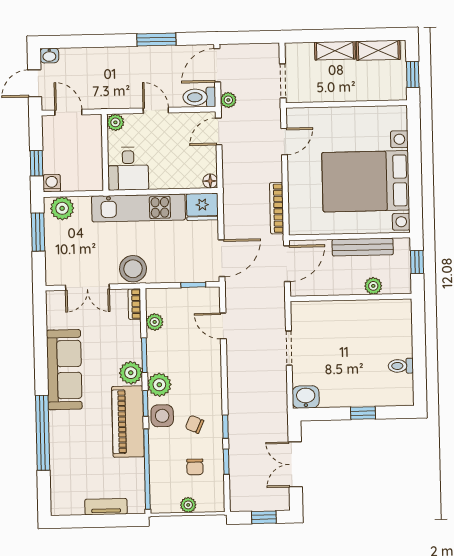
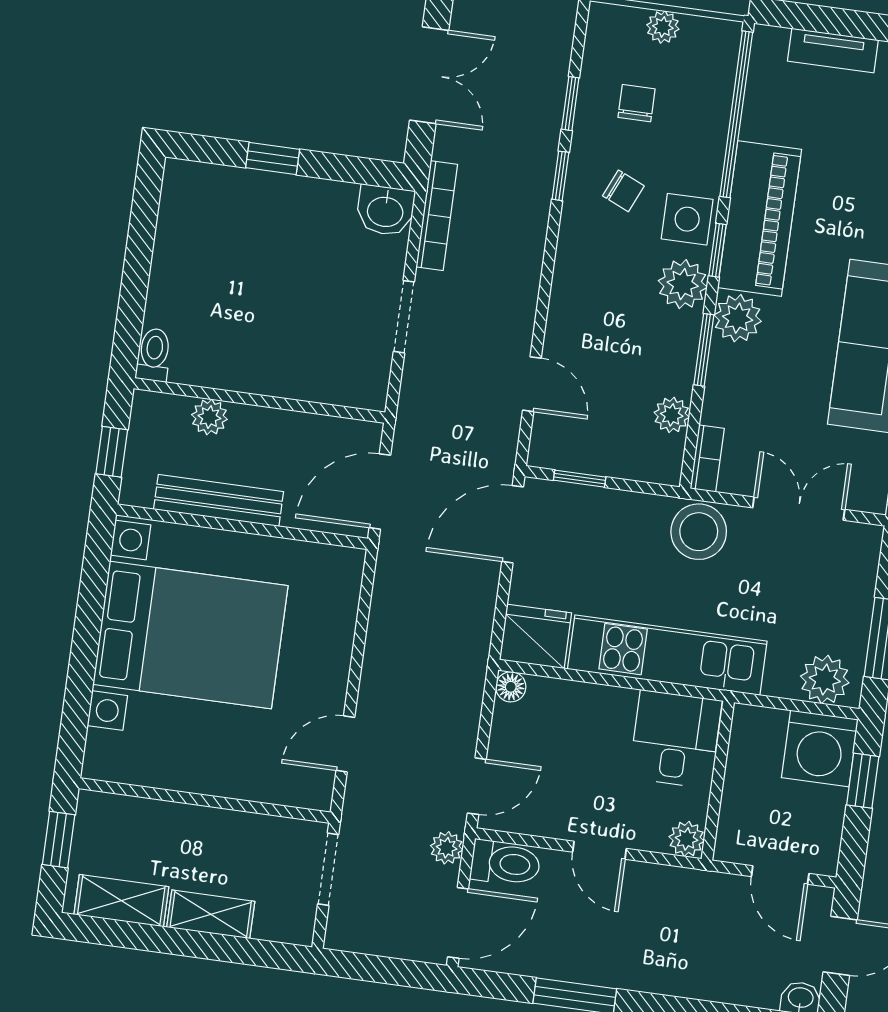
washing machine: (52, 183) -> (820, 748), width x1.89, depth x1.89
bookcase: (277, 208) -> (437, 216), moved
toilet: (401, 366) -> (154, 355), moved, turned -90

